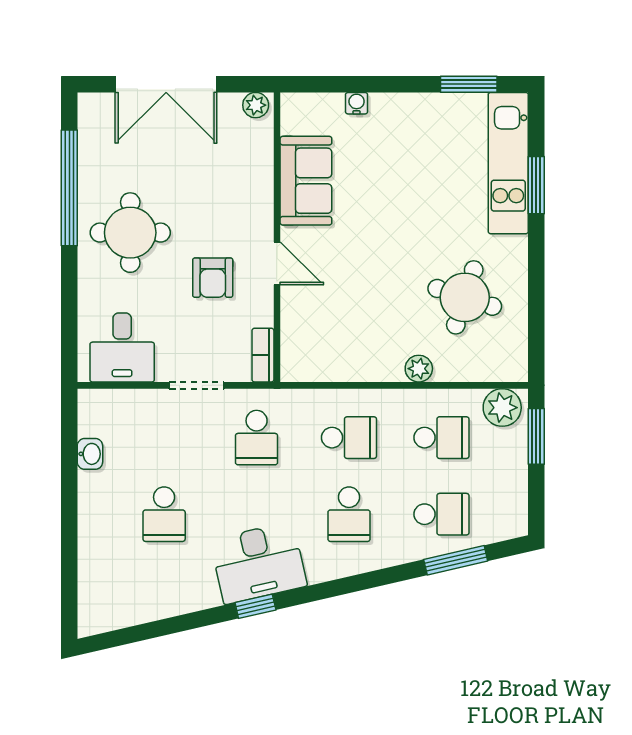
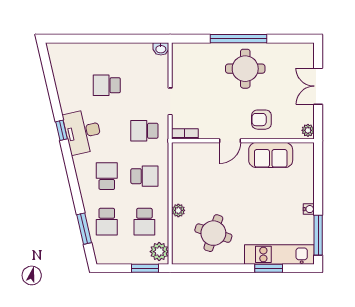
double door: (166, 84) -> (318, 86), width x0.73
window: (469, 84) -> (318, 235), width x1.44
water cooler: (357, 103) -> (309, 209), moved
window: (69, 188) -> (238, 39), moved
armchair: (213, 278) -> (261, 120), moved
desk: (122, 348) -> (189, 65), removed
school desk: (349, 438) -> (144, 176), turned -90
washbasin: (90, 454) -> (161, 49), moved
school desk: (349, 514) -> (107, 176), turned 90

